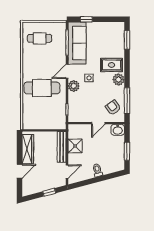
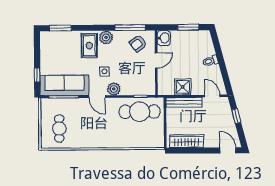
cafe table: (42, 88) -> (140, 112), moved, turned 90
door: (98, 123) -> (156, 60), hinge flipped
door: (20, 171) -> (228, 150), moved

